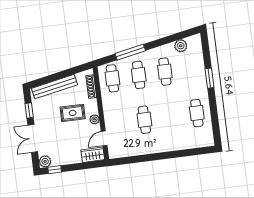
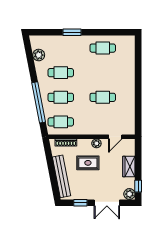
window: (130, 52) -> (39, 102), width x1.46
rug: (73, 113) -> (88, 163), turned 90
door: (104, 138) -> (115, 137), hinge flipped
wardrobe: (93, 155) -> (129, 167), moved

